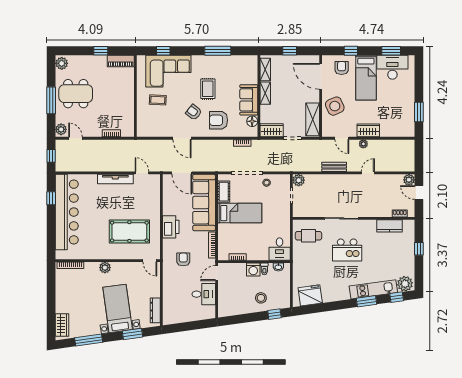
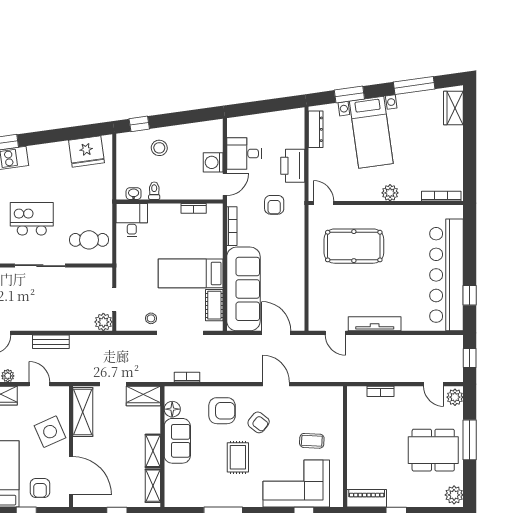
printer: (171, 227) -> (293, 166), moved
washing machine: (253, 270) -> (213, 162), moved, turned -90

